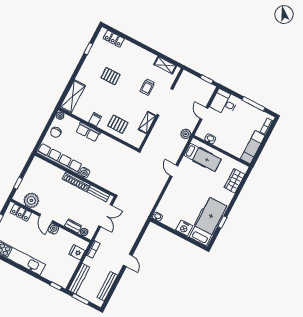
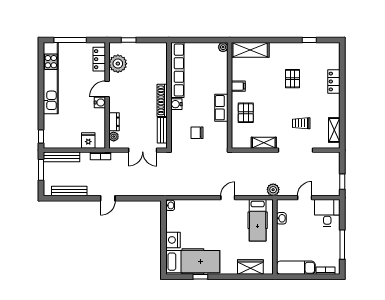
locker: (114, 39) -> (334, 81), moved
chair: (56, 132) -> (197, 133), moved
row of seats: (88, 132) -> (221, 108), moved

